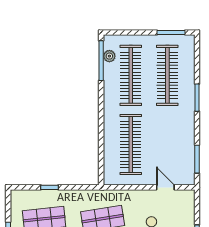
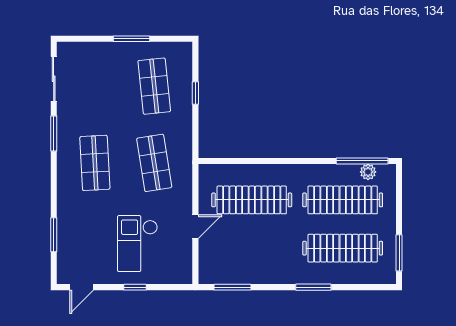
door: (165, 187) -> (195, 227), moved

